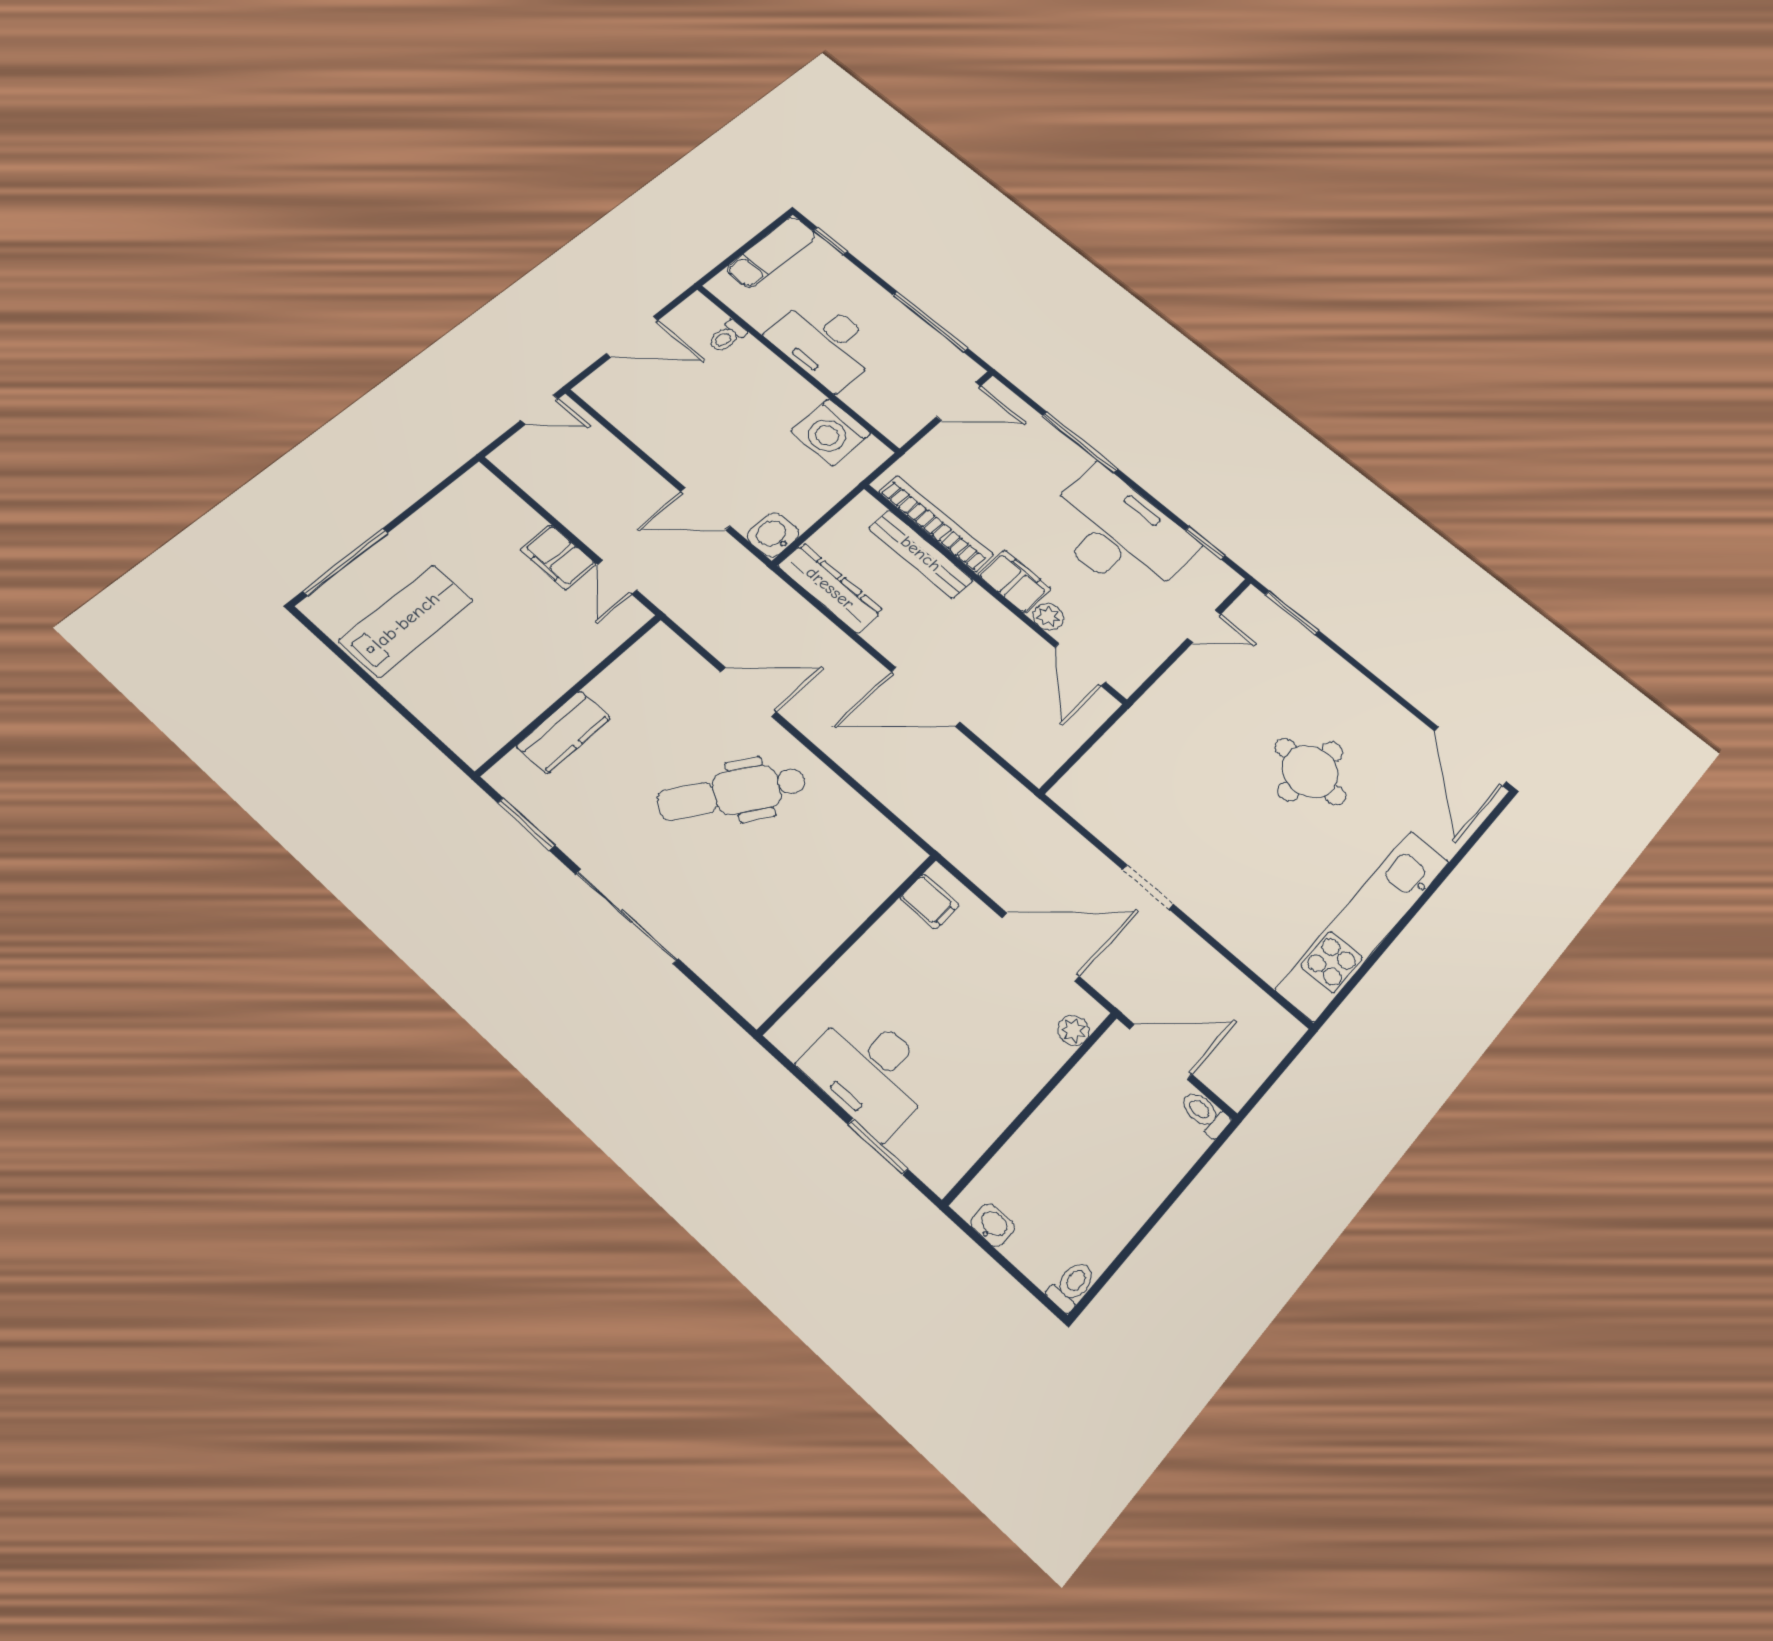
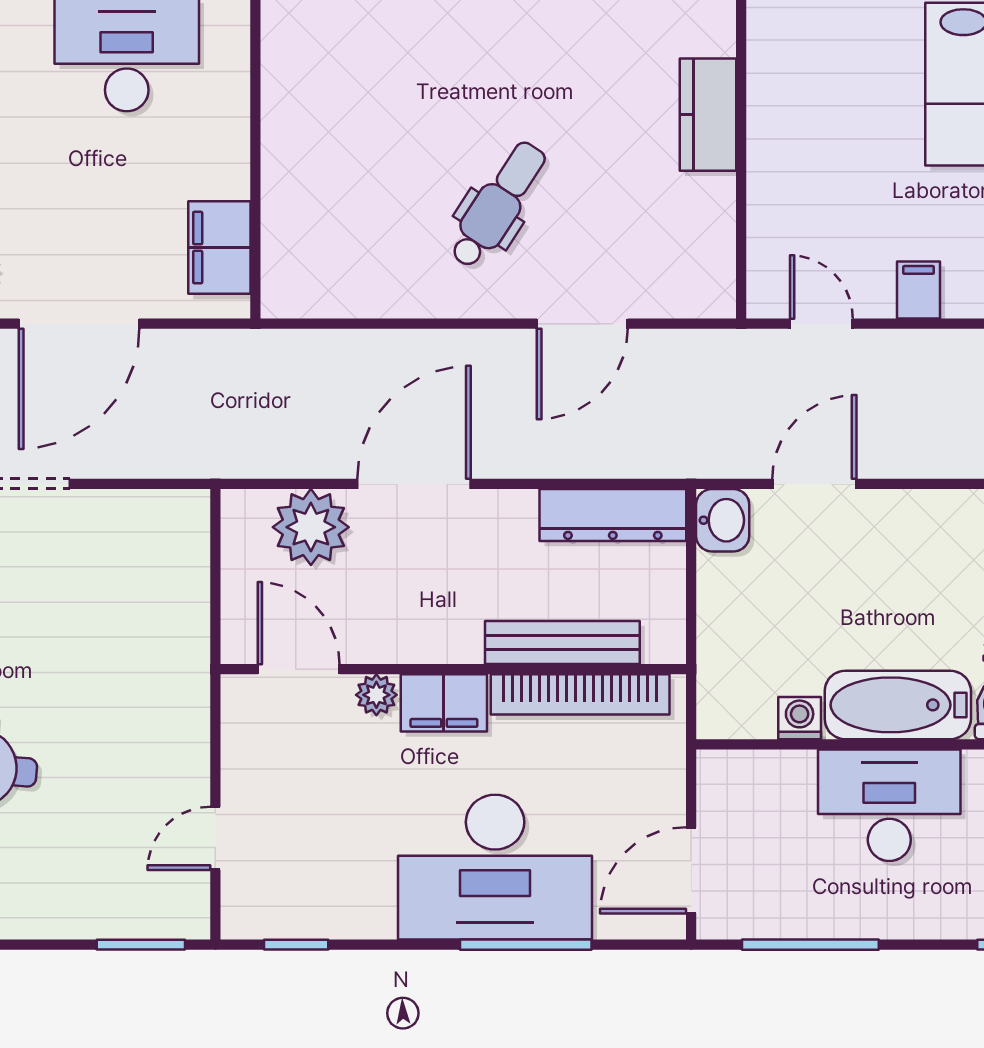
bathtub: (772, 379) -> (898, 705), added
washing machine: (831, 432) -> (800, 718), width x0.53, depth x0.53
desk: (1118, 533) -> (495, 867), moved
filing cabinet: (558, 557) -> (918, 290), width x0.50
plant: (1005, 726) -> (311, 527), added
dental chair: (732, 793) -> (498, 205), width x0.73, depth x0.72
filing cabinet: (929, 902) -> (219, 248), width x2.00

